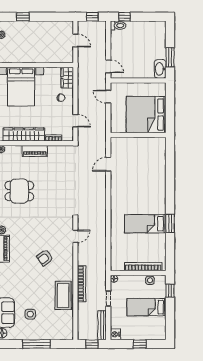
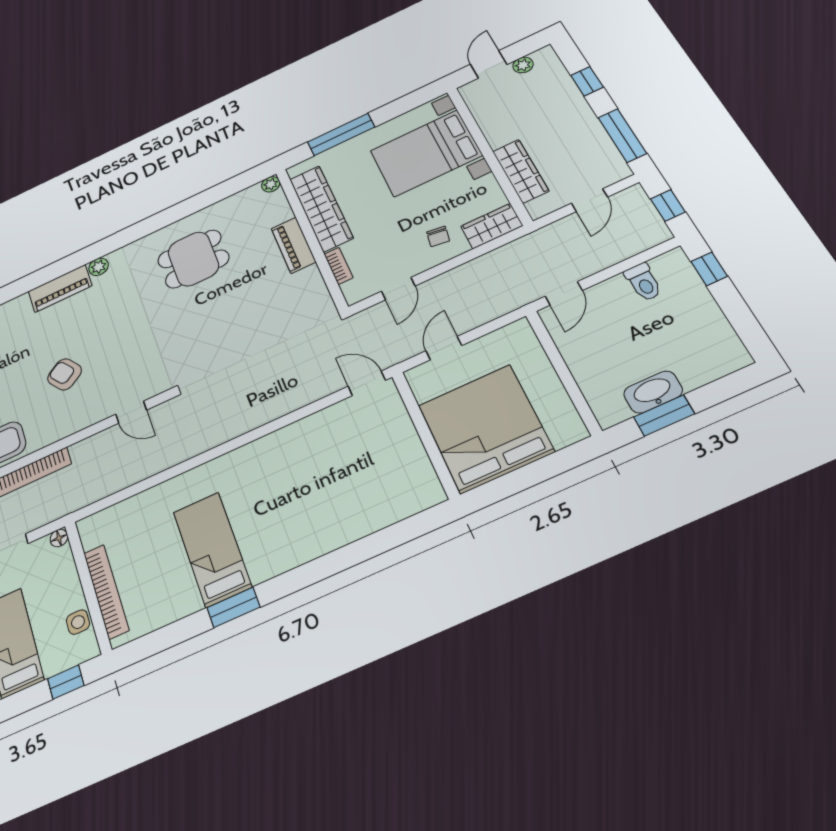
window: (54, 17) -> (622, 135), added
toilet: (118, 25) -> (643, 282), moved
wardrobe: (49, 57) -> (521, 171), added
washbasin: (160, 69) -> (653, 392), moved
door: (108, 97) -> (444, 348), moved
door: (108, 164) -> (367, 383), moved
dining table: (19, 191) -> (193, 259), turned 90

